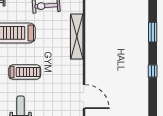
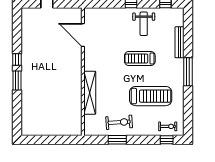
window: (153, 32) -> (17, 80), moved

